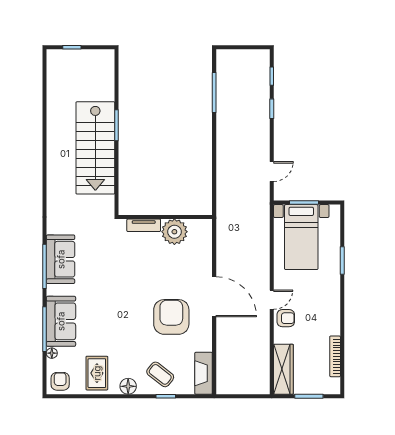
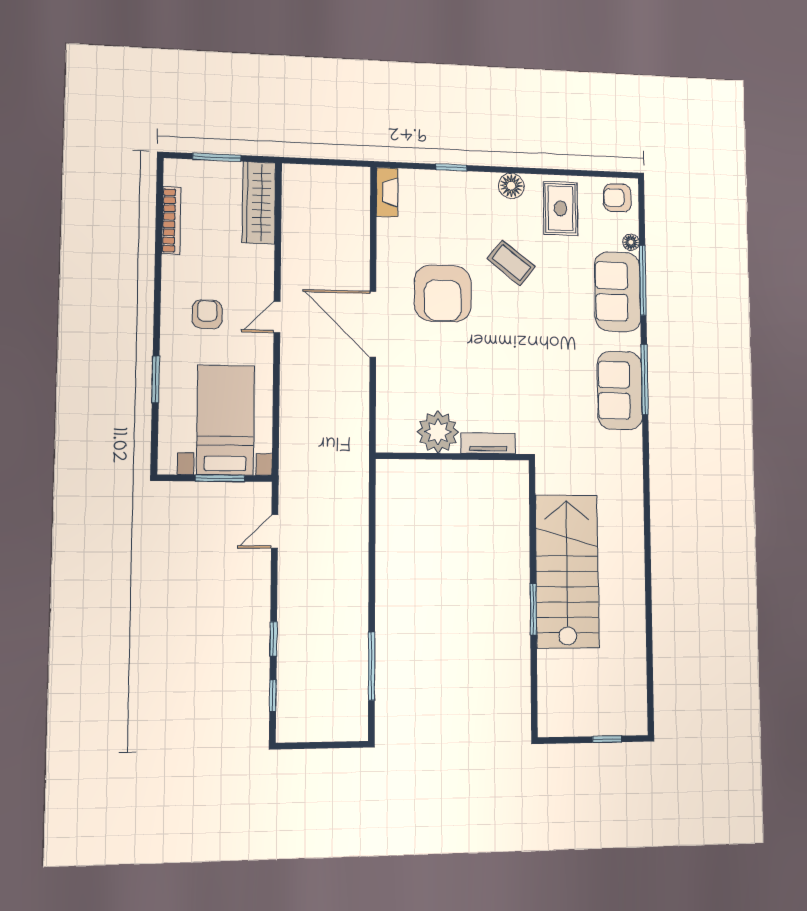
armchair: (286, 318) -> (207, 314), moved, turned 90
fireplace: (204, 373) -> (387, 192), width x0.73, depth x0.76
coffee table: (160, 374) -> (511, 263), moved
armchair: (60, 381) -> (617, 198), turned 90

